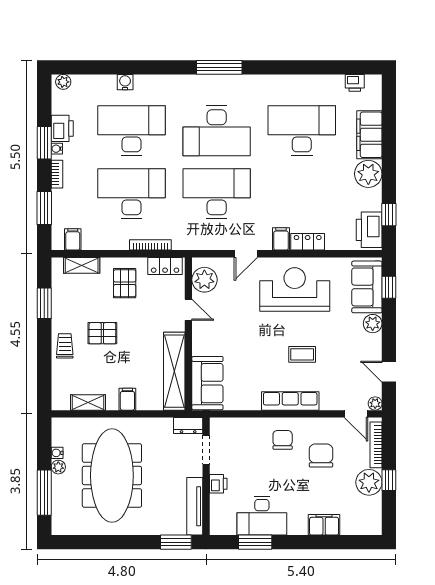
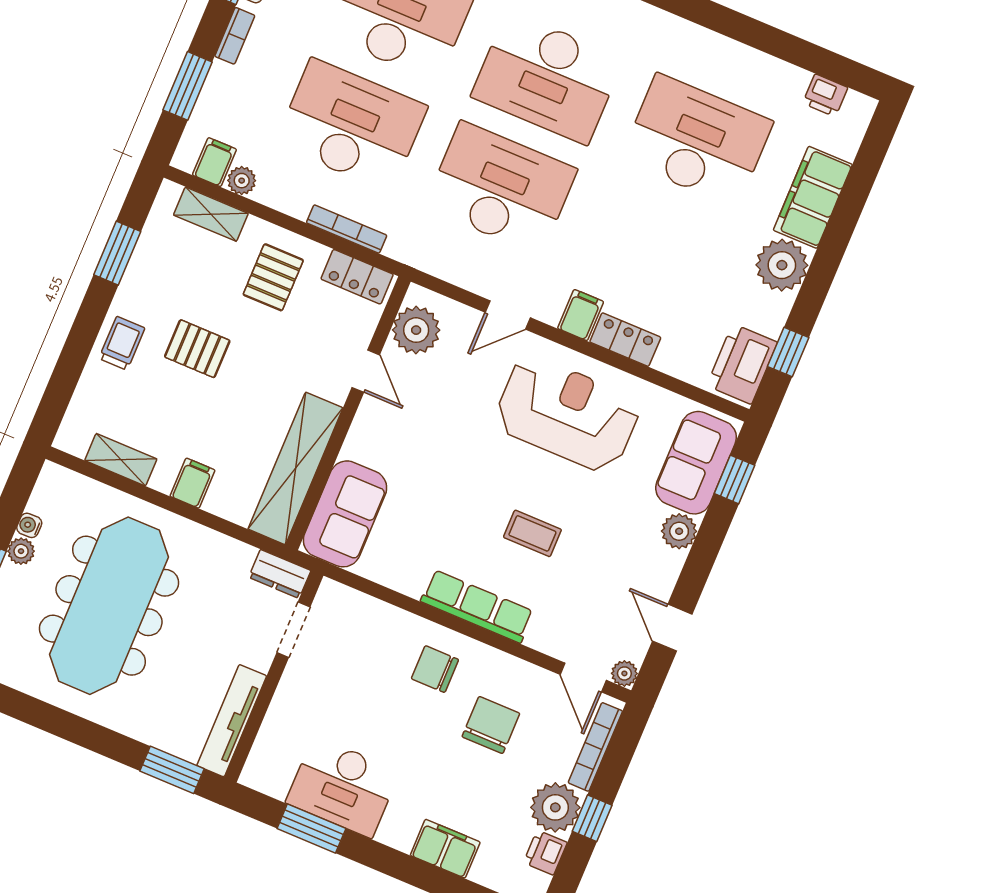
plant: (90, 243) -> (242, 181), added
chair: (283, 440) -> (435, 669), turned -90
printer: (218, 484) -> (545, 853), moved, turned 180

